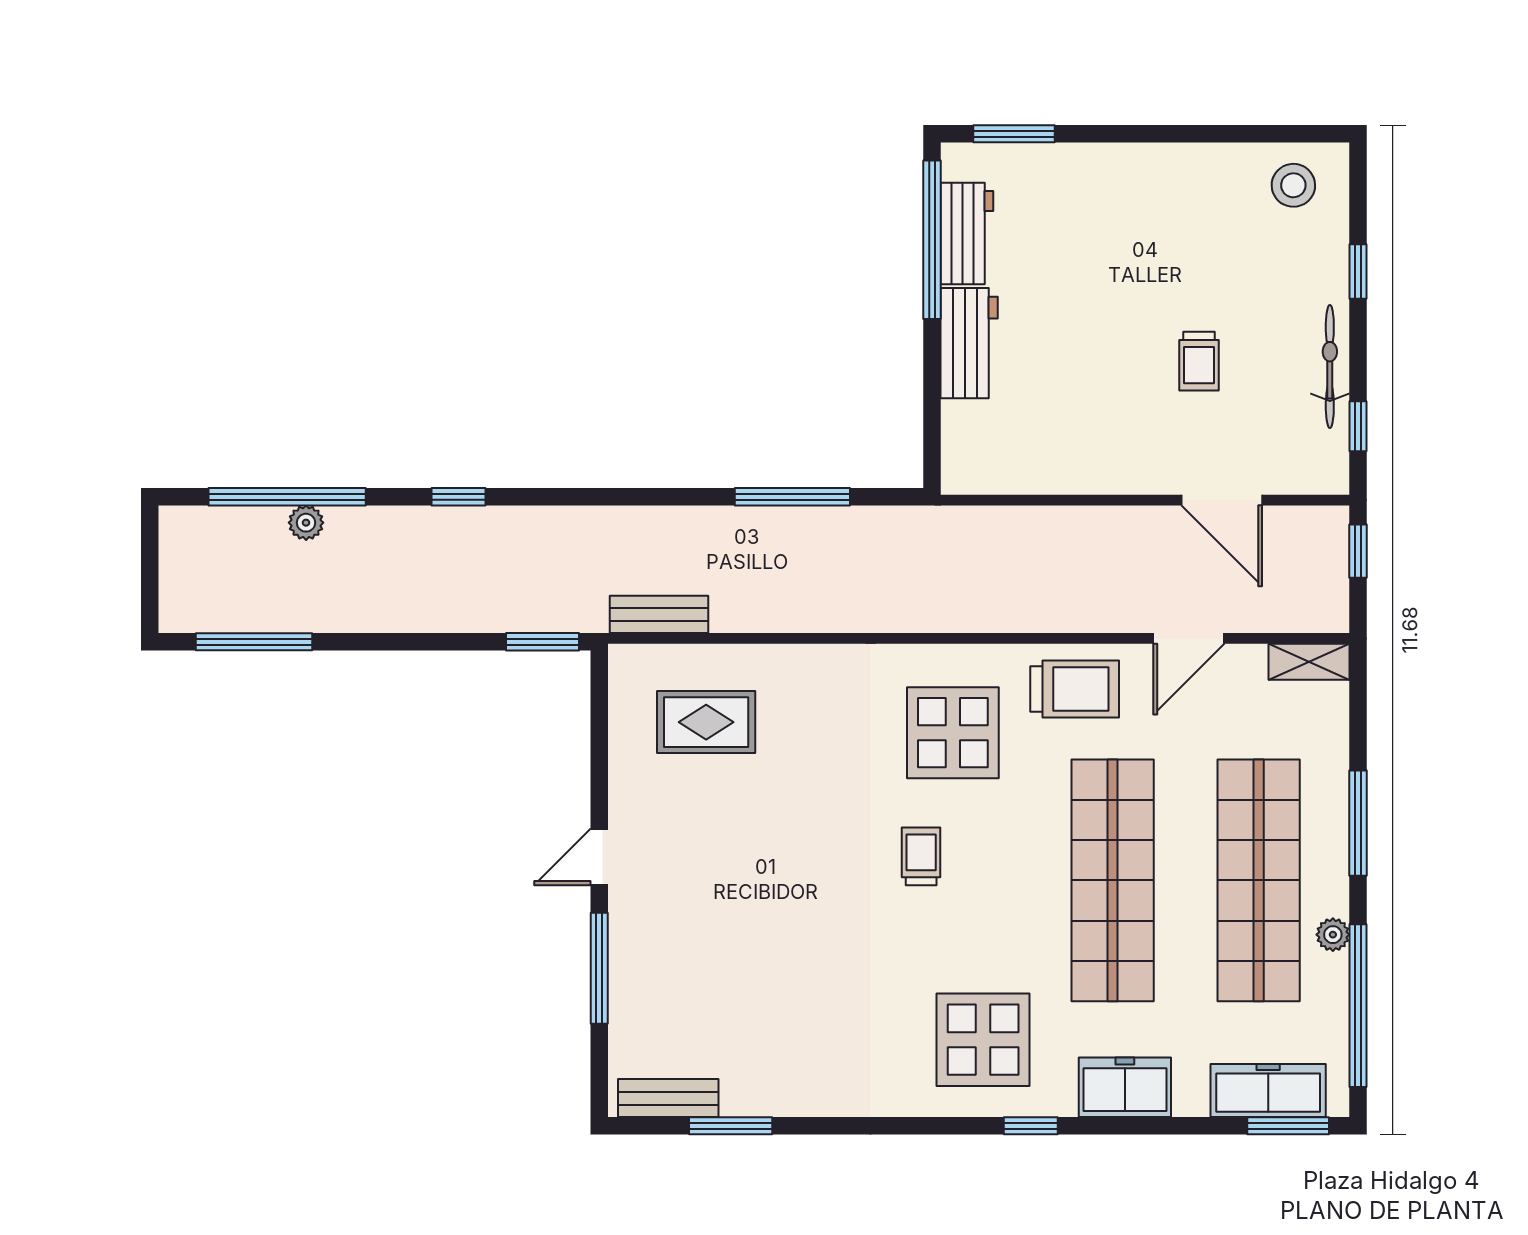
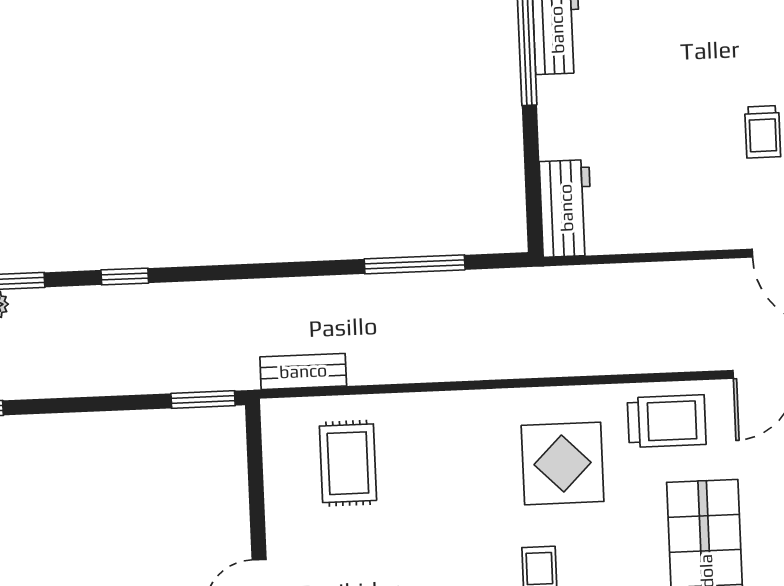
workbench: (969, 343) -> (566, 208), moved
rug: (706, 722) -> (348, 463), turned 90

